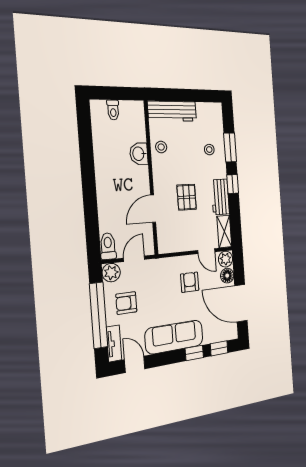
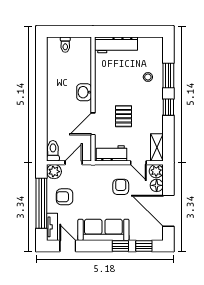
stool: (161, 147) -> (104, 74), removed
washbasin: (139, 154) -> (84, 92), moved
workbench: (220, 197) -> (111, 153), moved, turned 90

